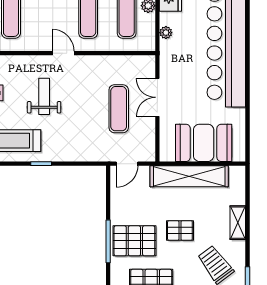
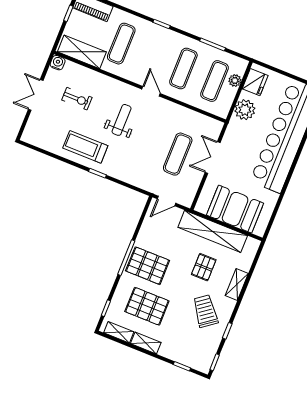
plant: (166, 33) -> (245, 110), width x1.88, depth x1.88
pallet: (180, 230) -> (204, 267), moved, turned 90

